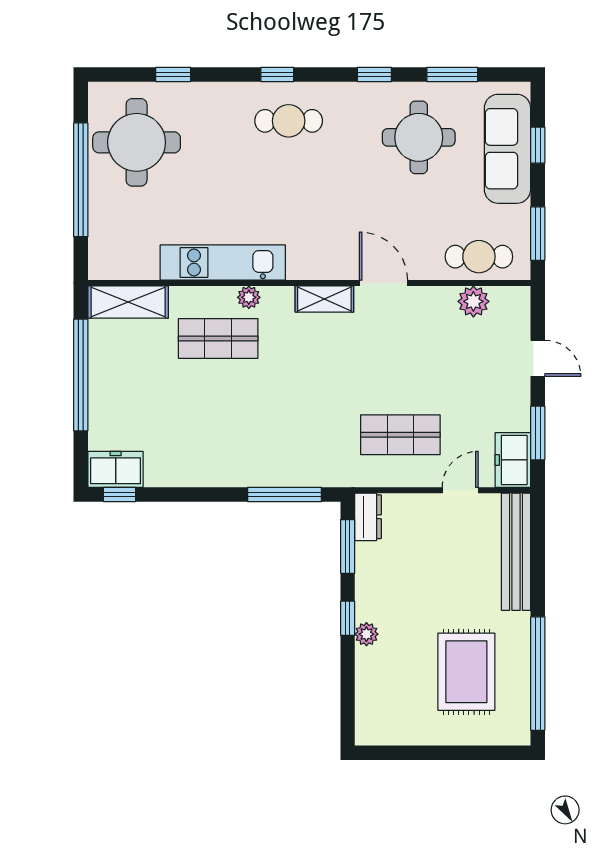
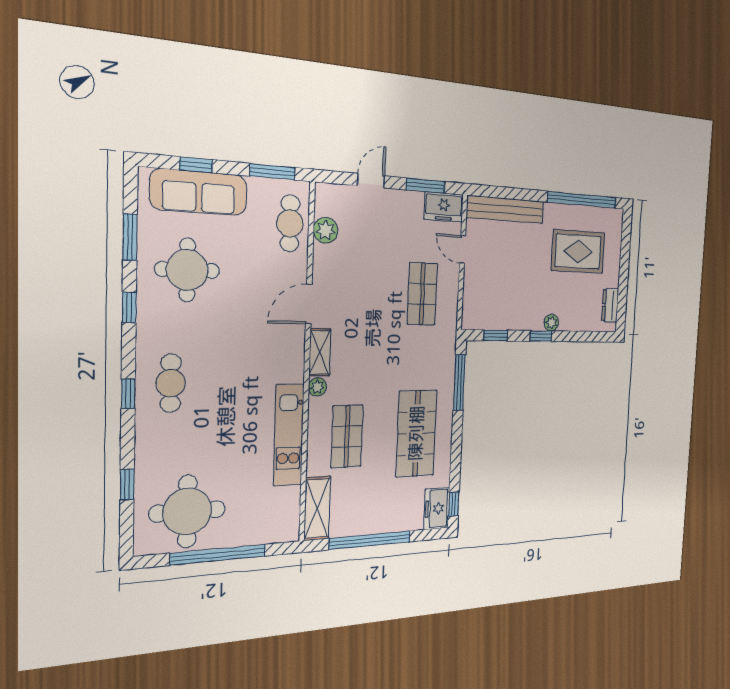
plant: (249, 297) -> (317, 387), moved
shop shelf: (218, 435) -> (416, 433), added
dresser: (368, 517) -> (610, 305), moved, turned -90
window: (348, 546) -> (496, 336), width x0.67

